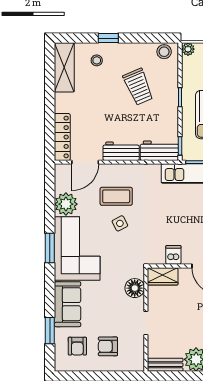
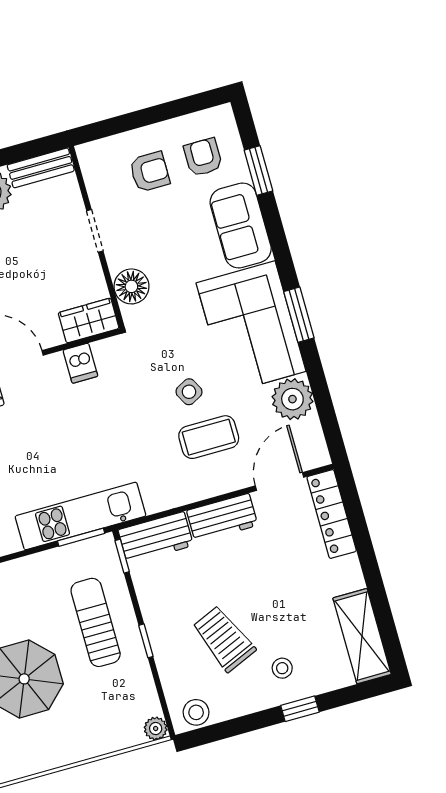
stool: (97, 60) -> (282, 668), moved

